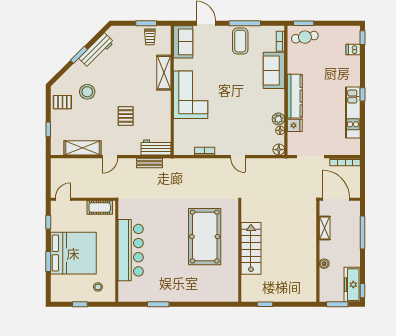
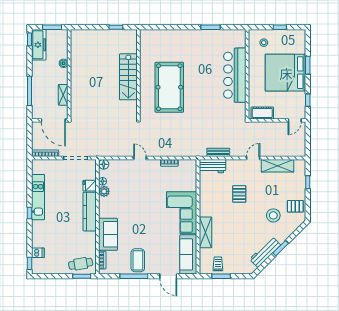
sofa: (183, 42) -> (188, 254), width x1.36

